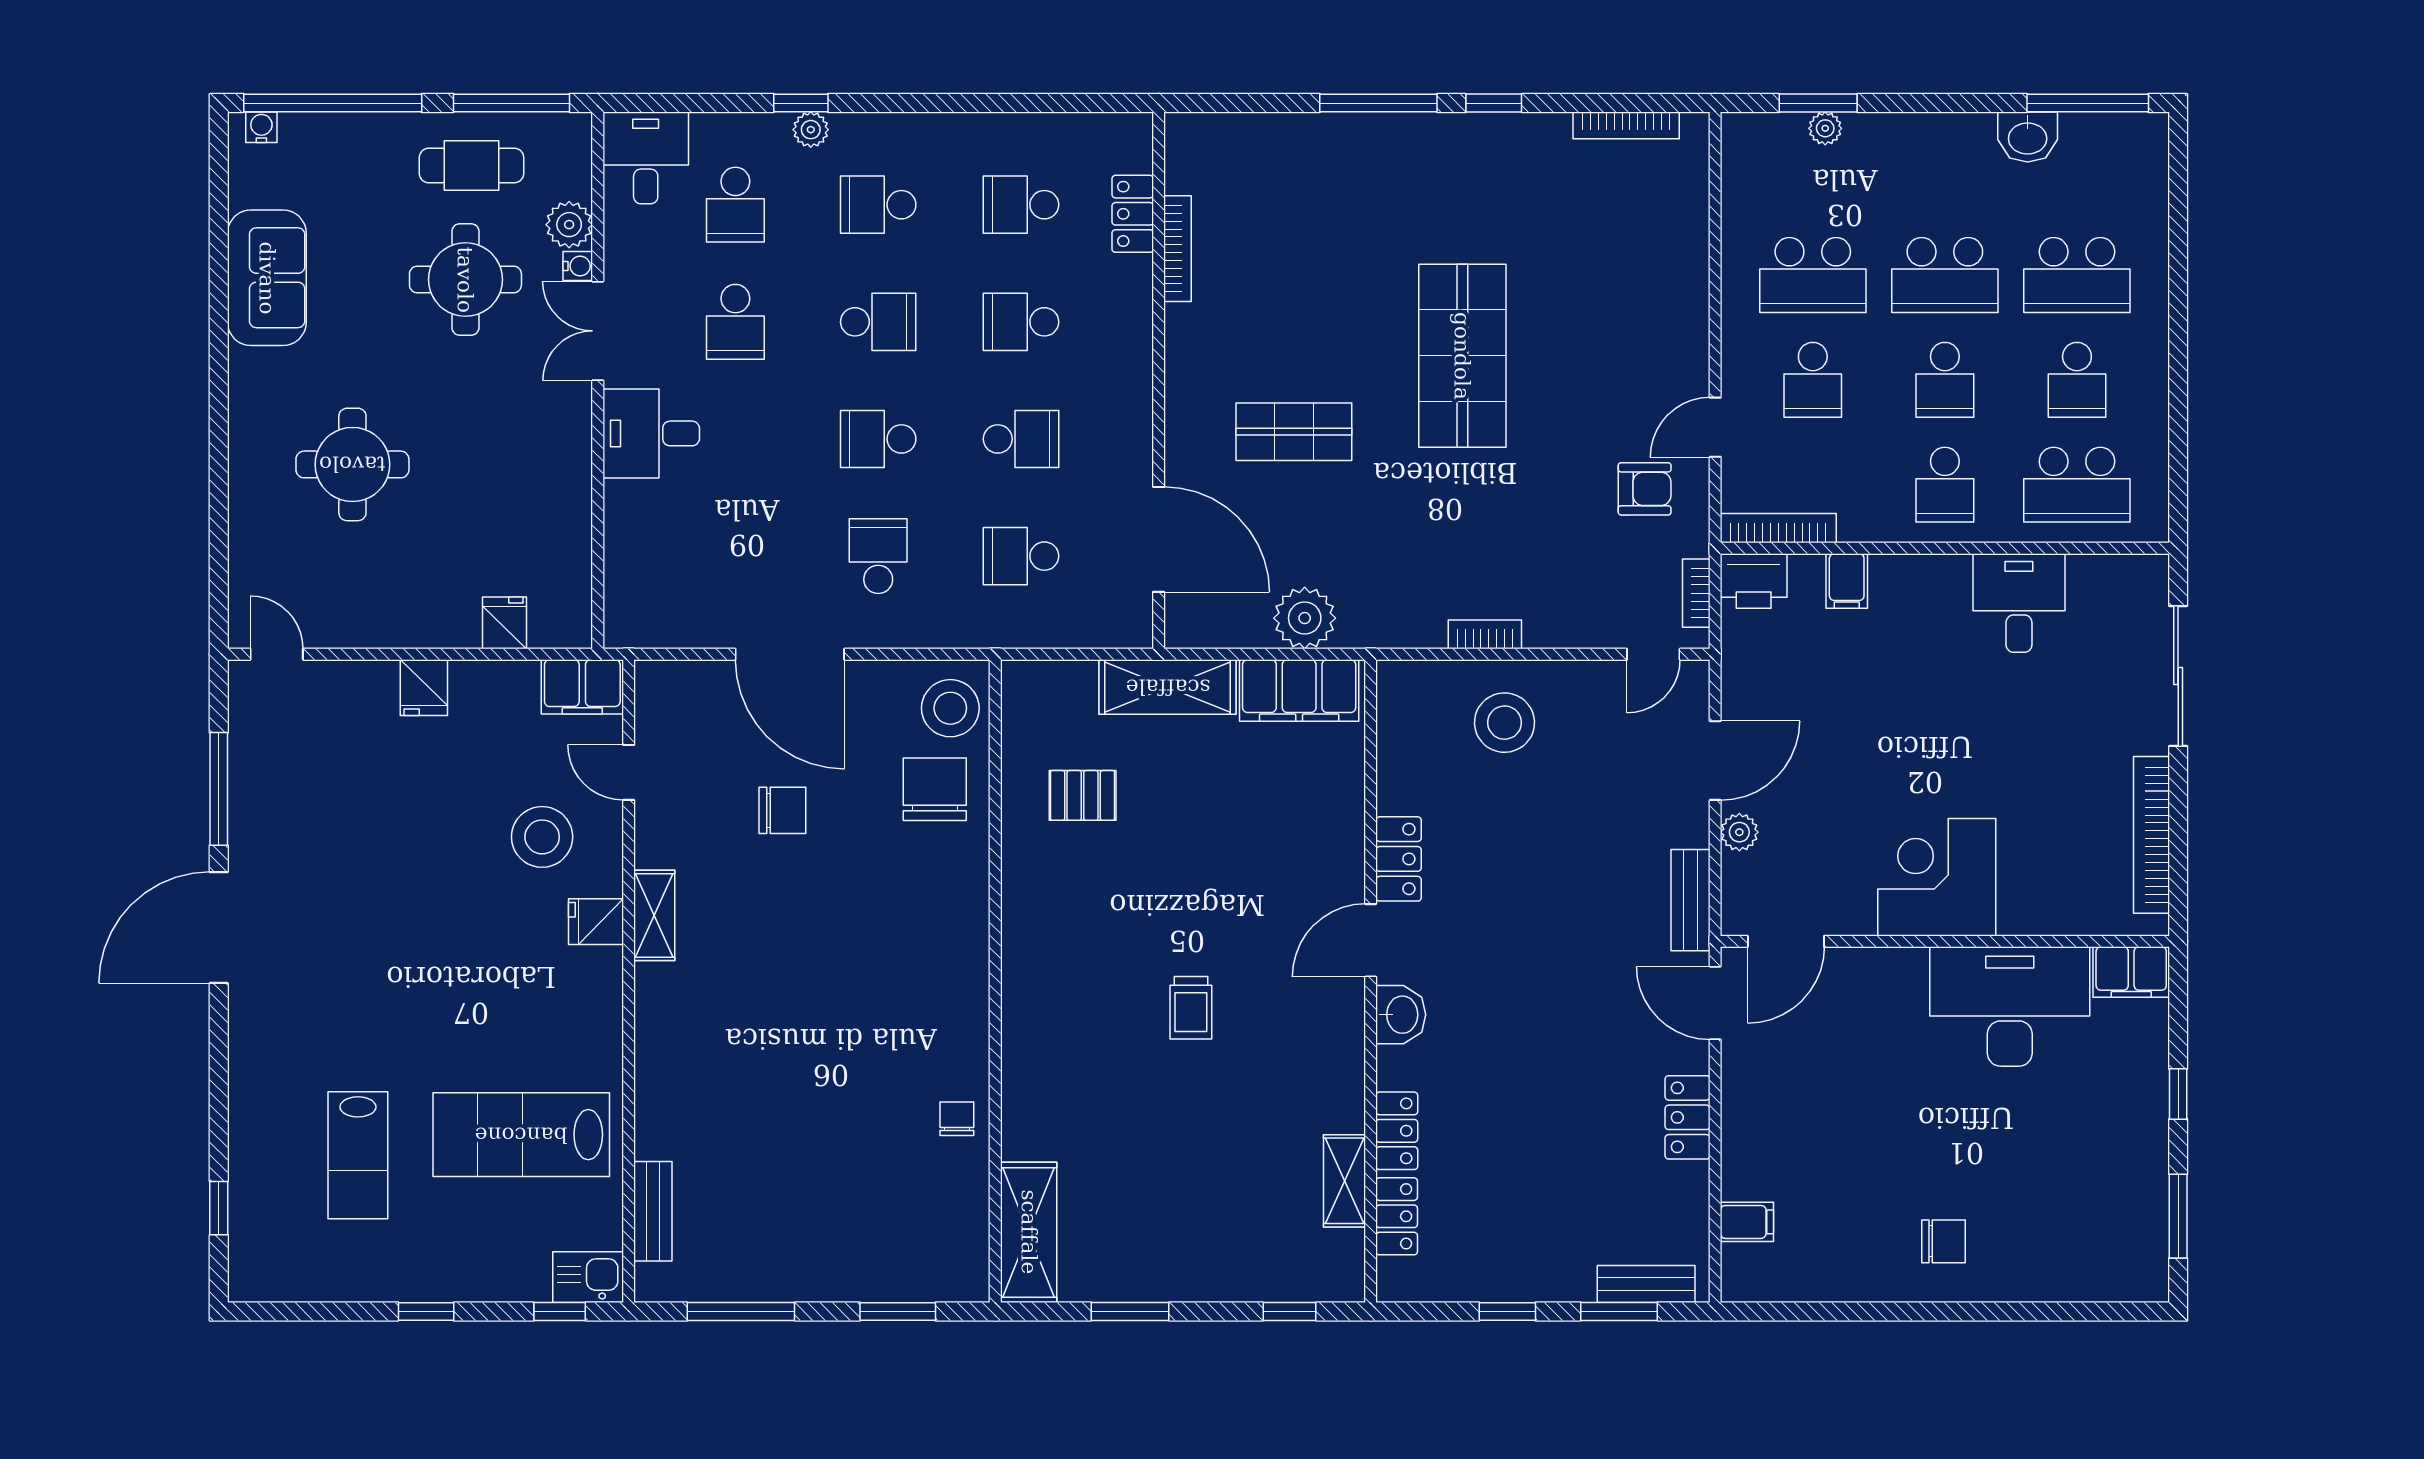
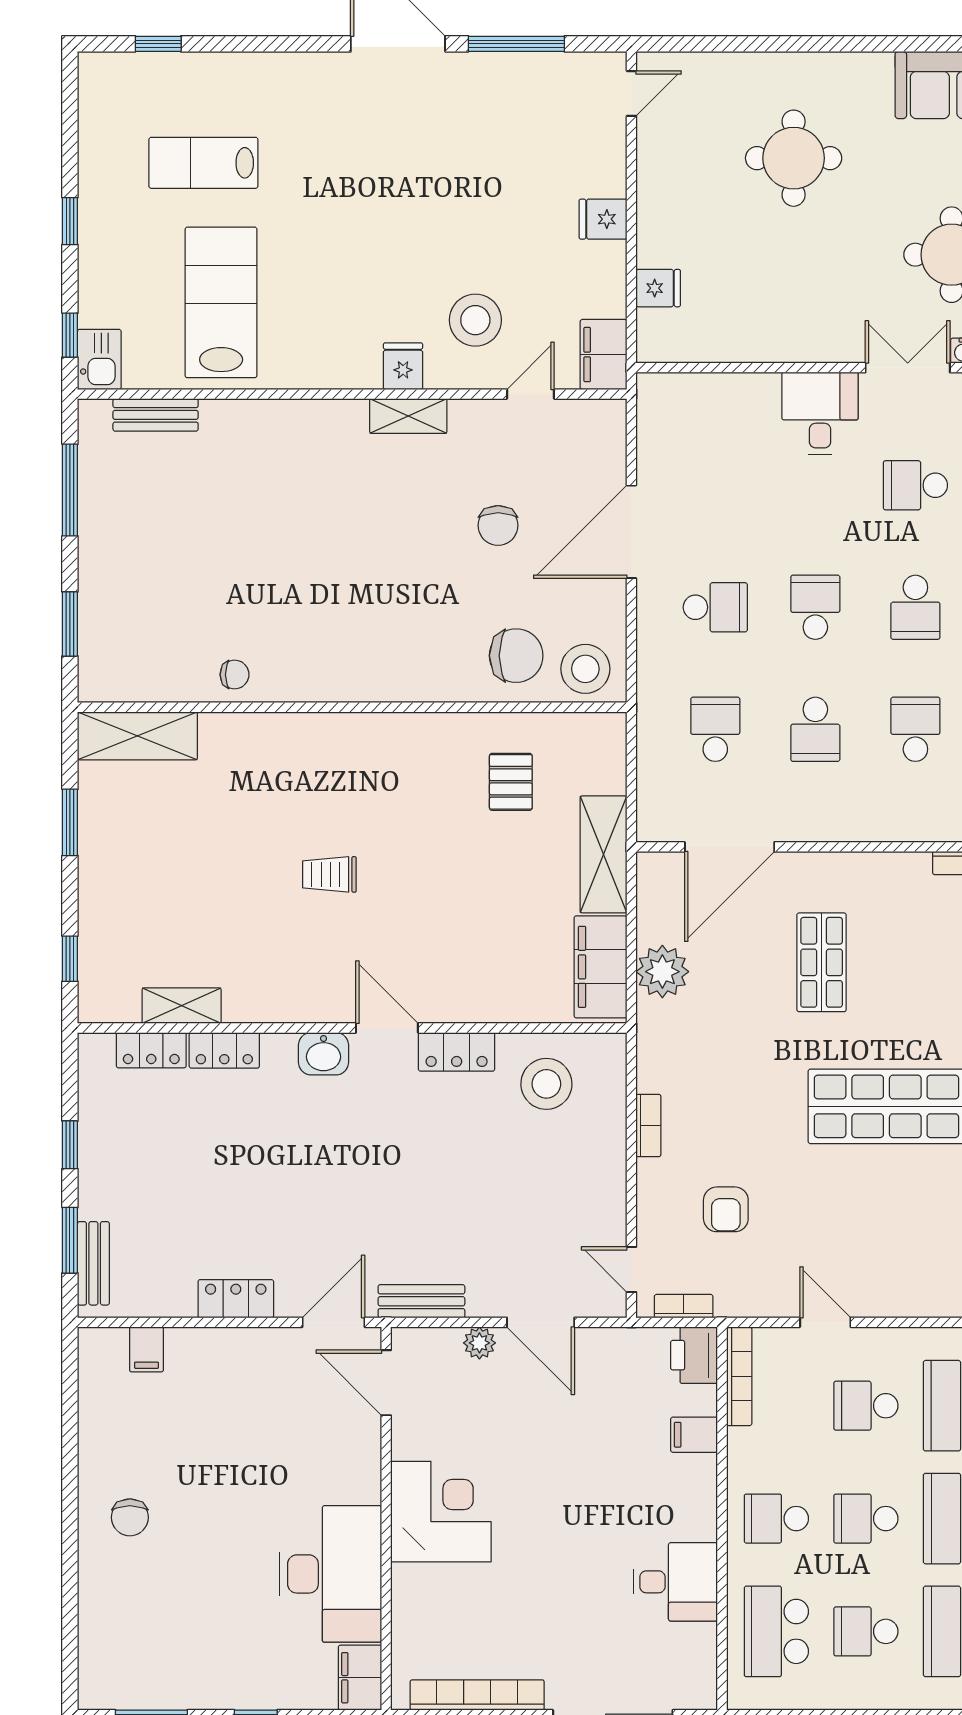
armchair: (1645, 489) -> (726, 1209), moved
stool: (1505, 723) -> (546, 1084), moved

